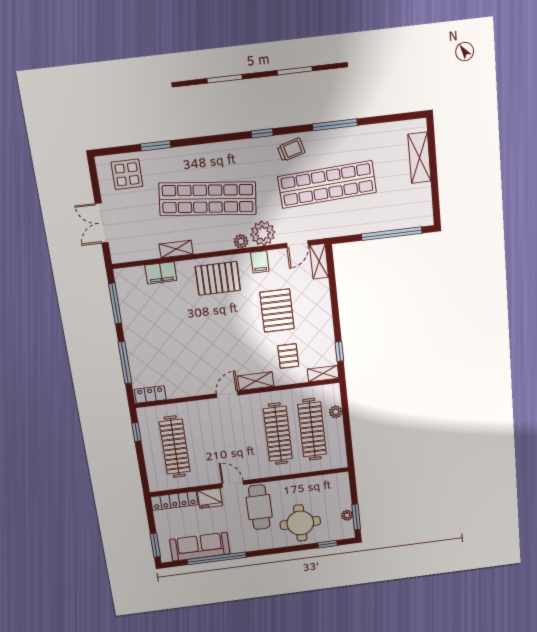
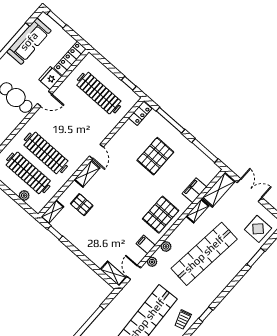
plant: (263, 233) -> (152, 262), width x0.53, depth x0.53
shelving: (134, 252) -> (219, 190), added
pallet: (277, 311) -> (155, 156), moved, turned 90

